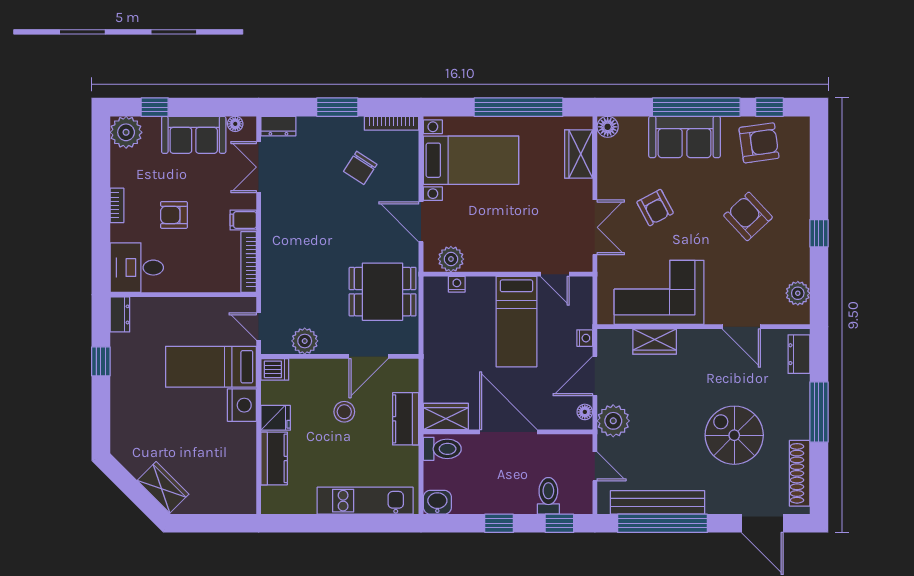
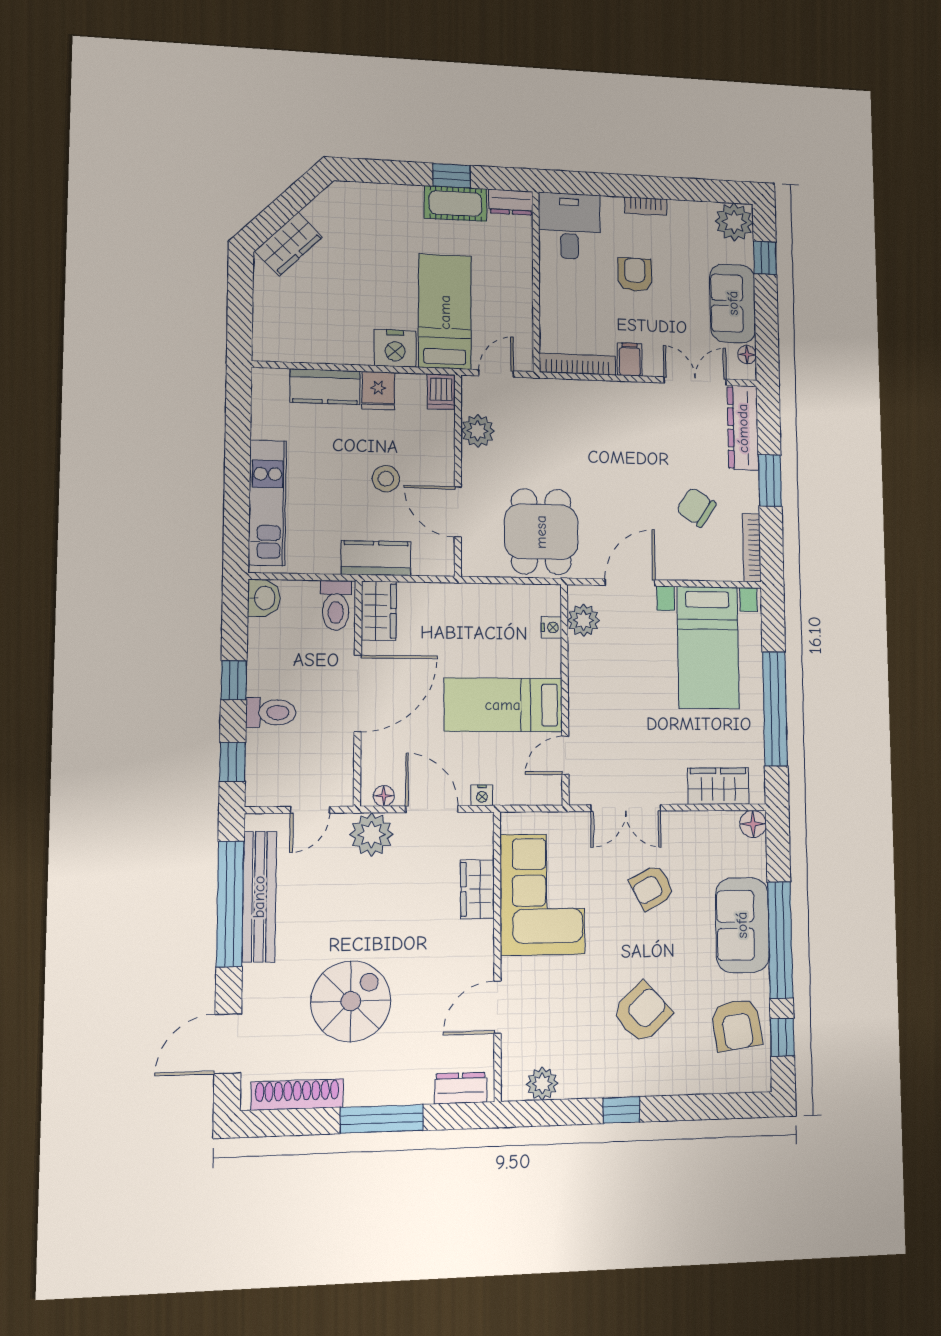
dresser: (278, 126) -> (743, 428), width x1.96, depth x1.24
cot: (123, 358) -> (456, 204), added
toilet: (548, 496) -> (271, 712), moved

